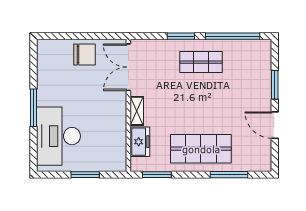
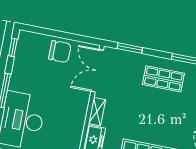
window: (181, 36) -> (130, 48), moved
window: (33, 60) -> (13, 47), added

